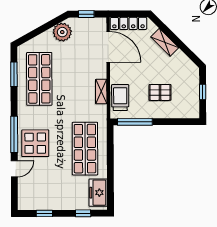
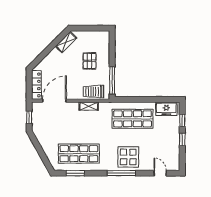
plant: (62, 32) -> (43, 136), removed
shelving: (165, 42) -> (66, 42), moved
window: (203, 92) -> (89, 28), removed
door: (14, 169) -> (160, 173), moved
window: (44, 213) -> (182, 139), moved

